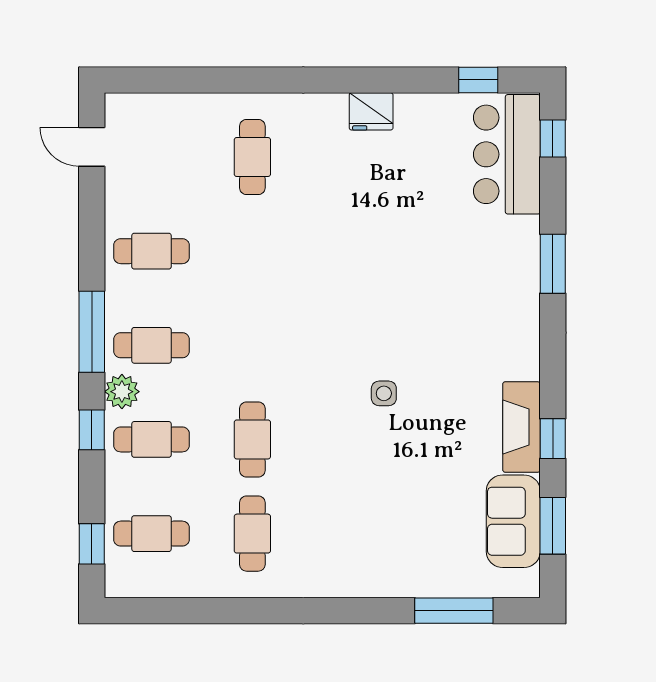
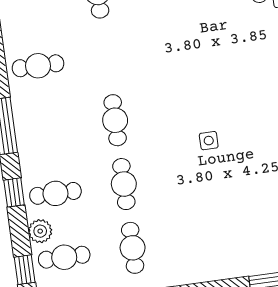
cafe table: (152, 345) -> (115, 120), moved, turned 90
plant: (122, 392) -> (40, 231), moved

